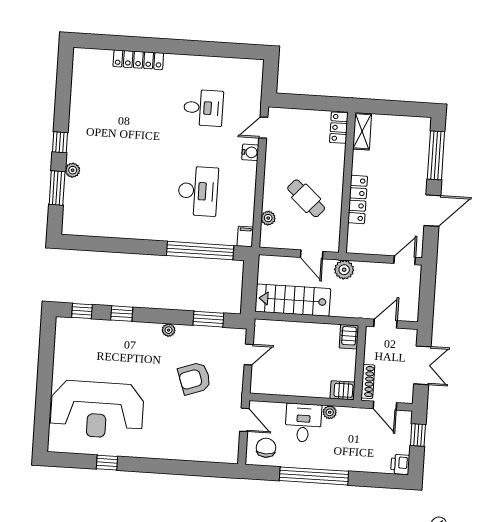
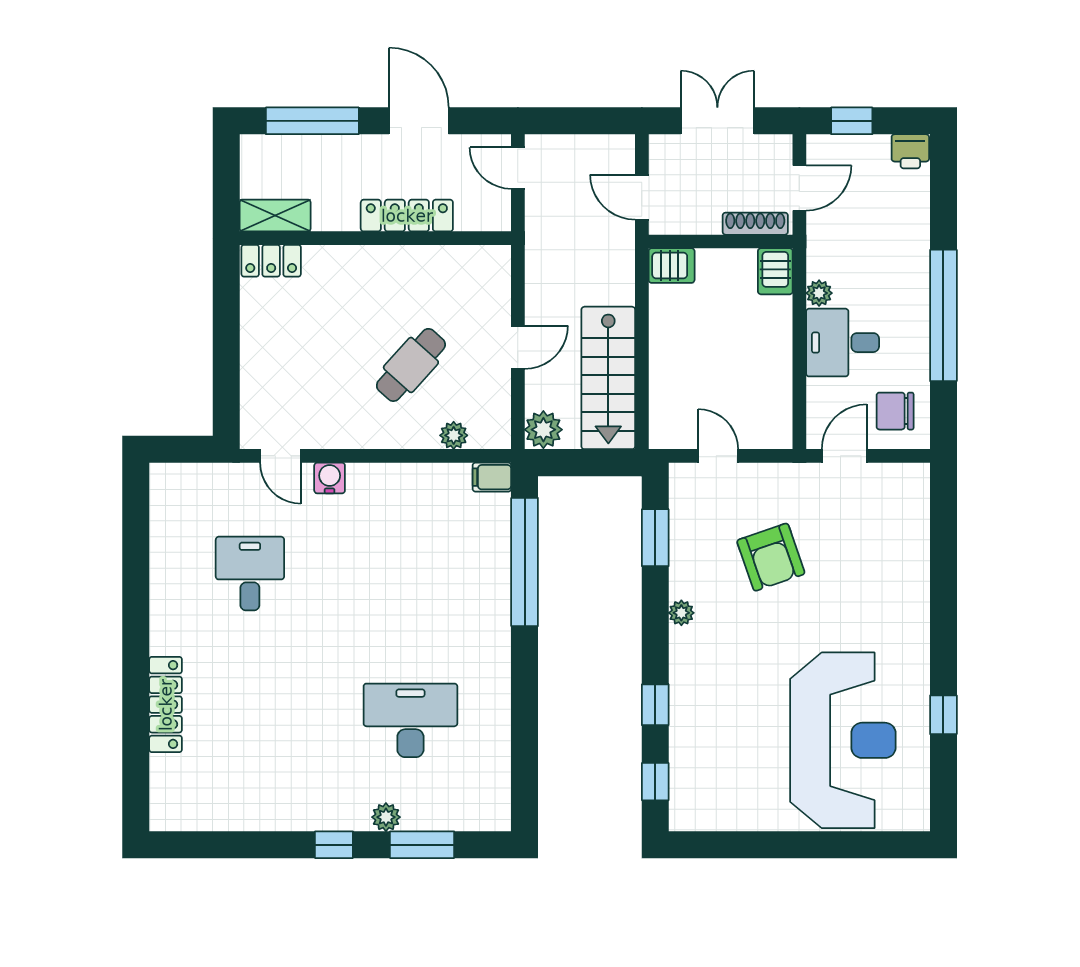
locker: (339, 128) -> (271, 261), moved
shelving: (362, 131) -> (275, 215), moved
wall: (347, 182) -> (375, 238), moved
desk: (198, 191) -> (410, 720), moved
locker: (358, 199) -> (407, 216), moved
plant: (344, 270) -> (543, 430), moved

